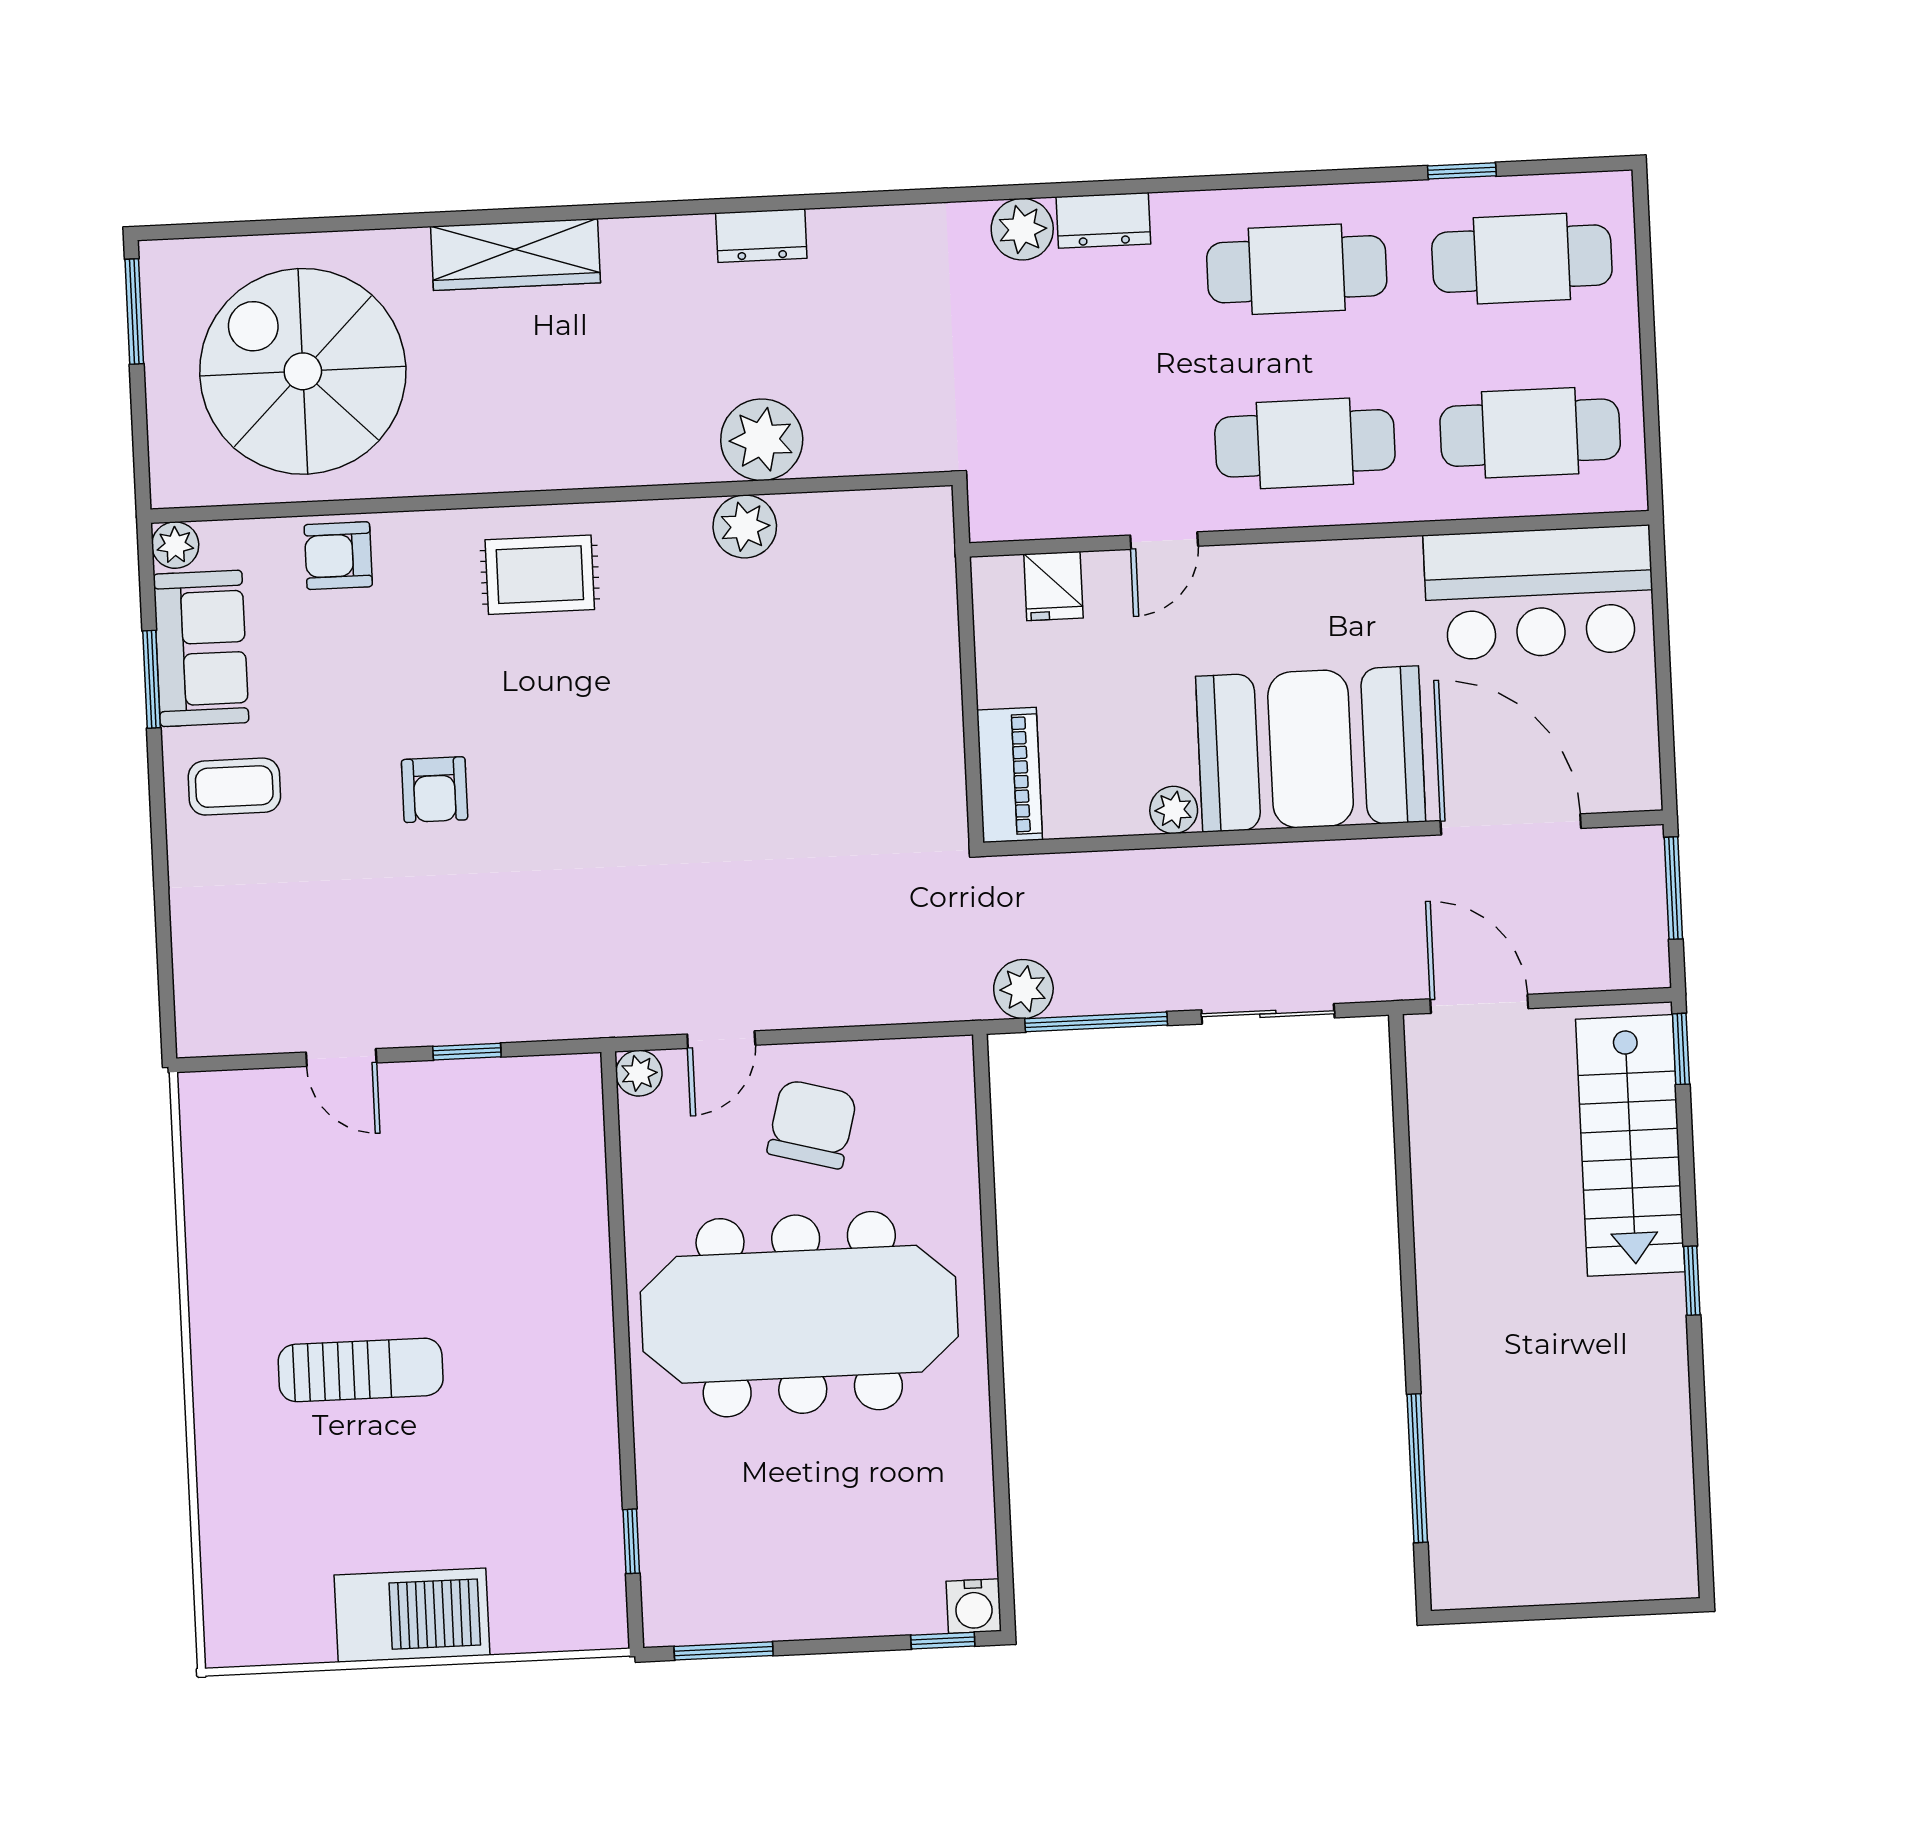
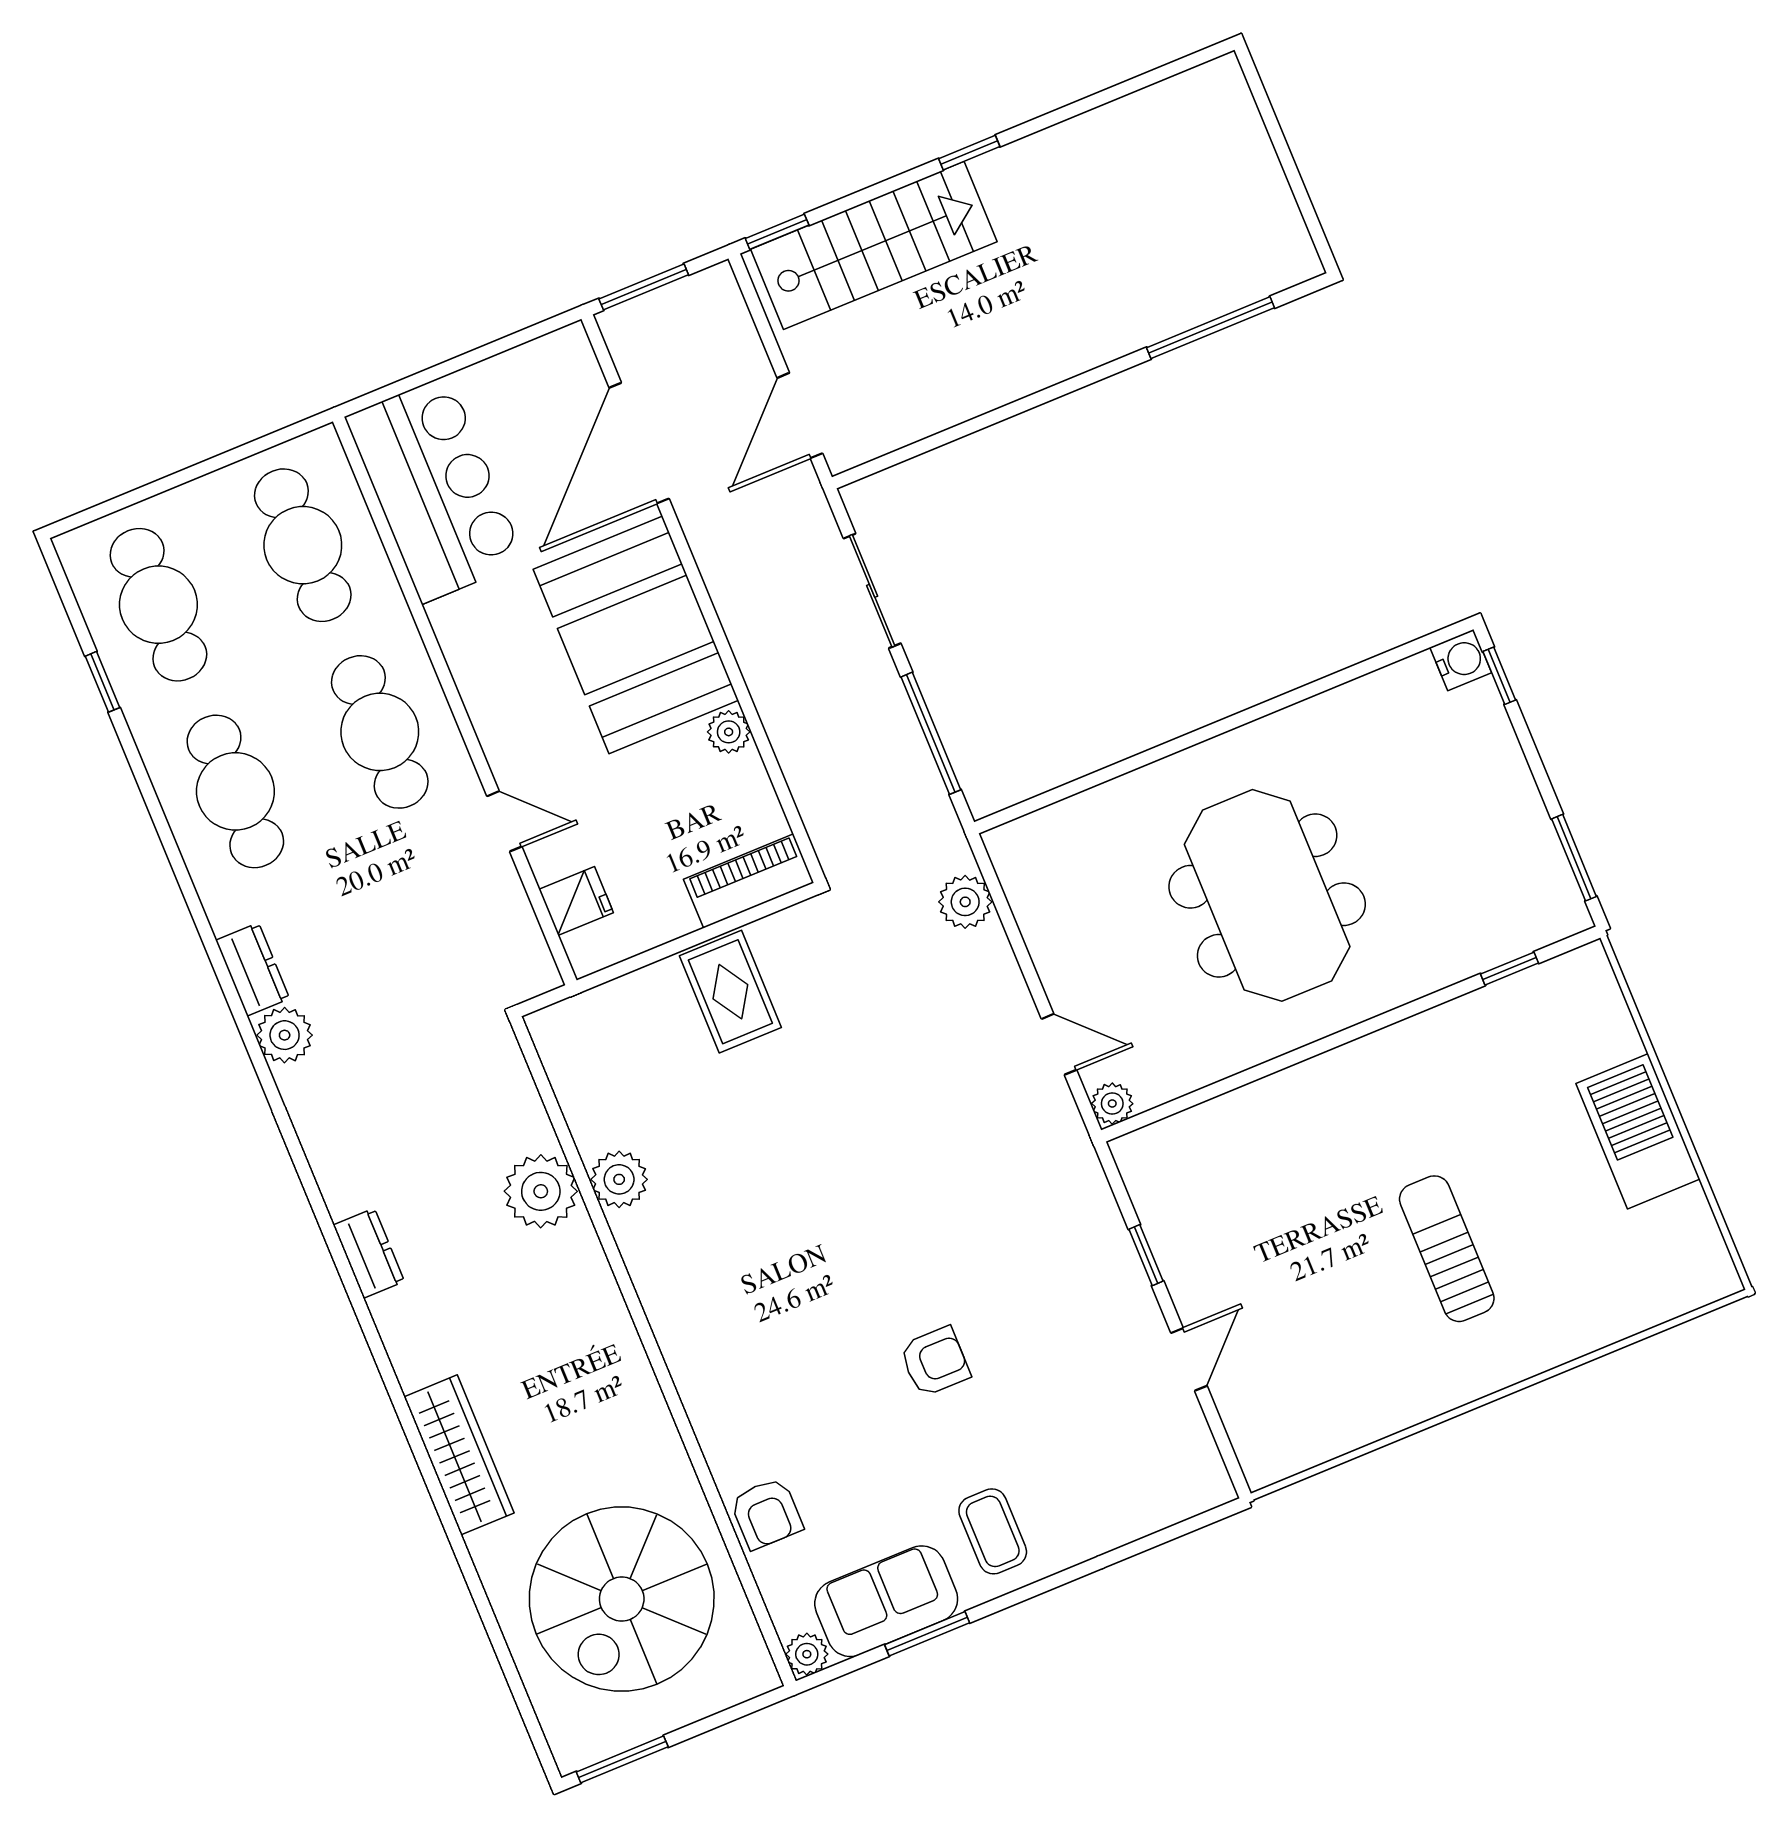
rug: (540, 575) -> (730, 992), moved
plant: (1023, 989) -> (965, 902), moved
chair: (812, 1124) -> (1103, 942), removed
meeting table: (799, 1314) -> (1267, 895), width x0.73

